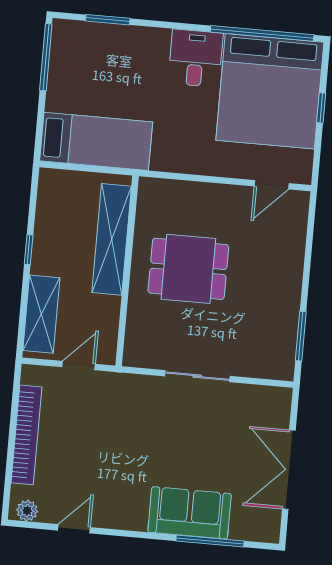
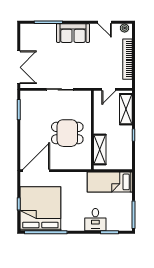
desk: (195, 58) -> (95, 220), moved
door: (272, 185) -> (36, 171), width x1.87
shelving: (112, 239) -> (100, 150), width x0.68
double door: (289, 470) -> (19, 67), moved
sofa: (190, 513) -> (73, 33), moved
door: (74, 529) -> (105, 22), hinge flipped

